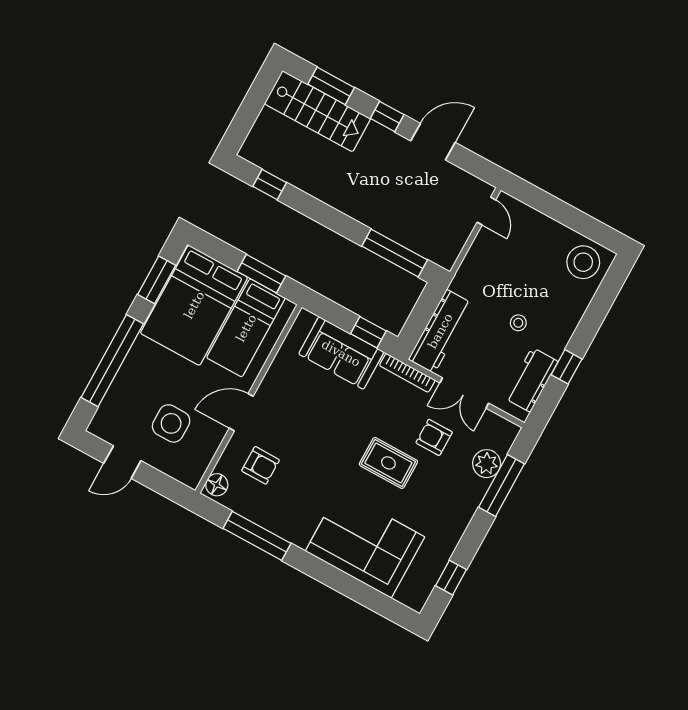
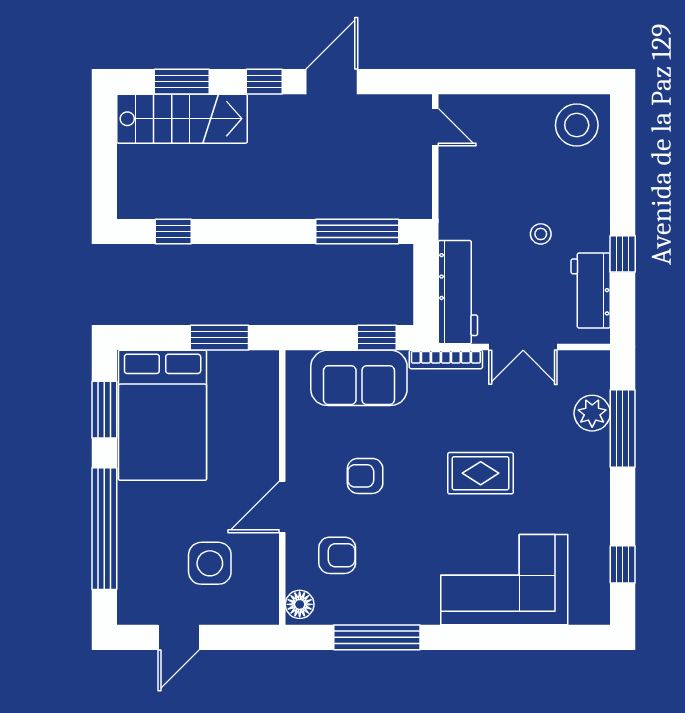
bed: (246, 328) -> (235, 409), removed
armchair: (434, 437) -> (365, 476), moved

